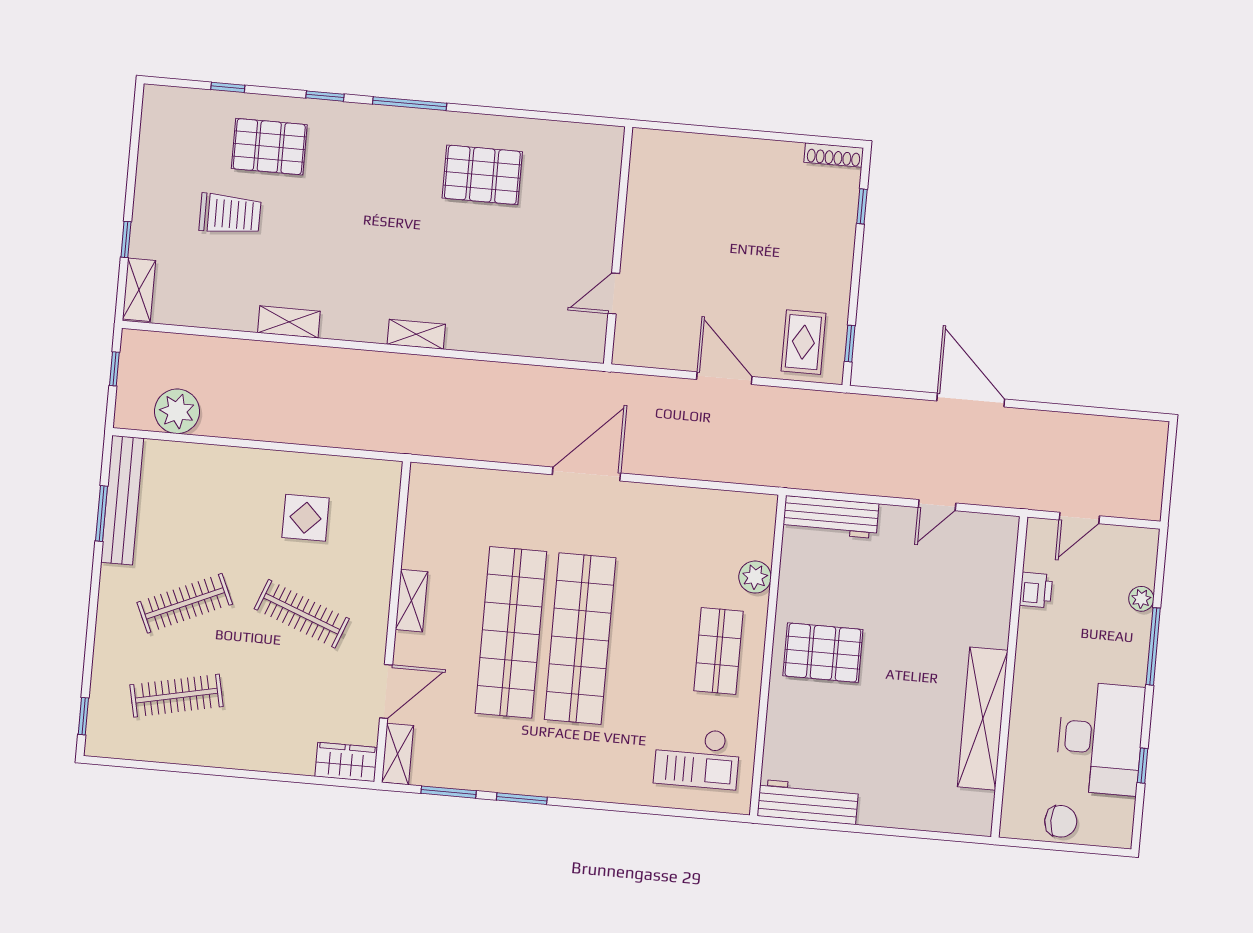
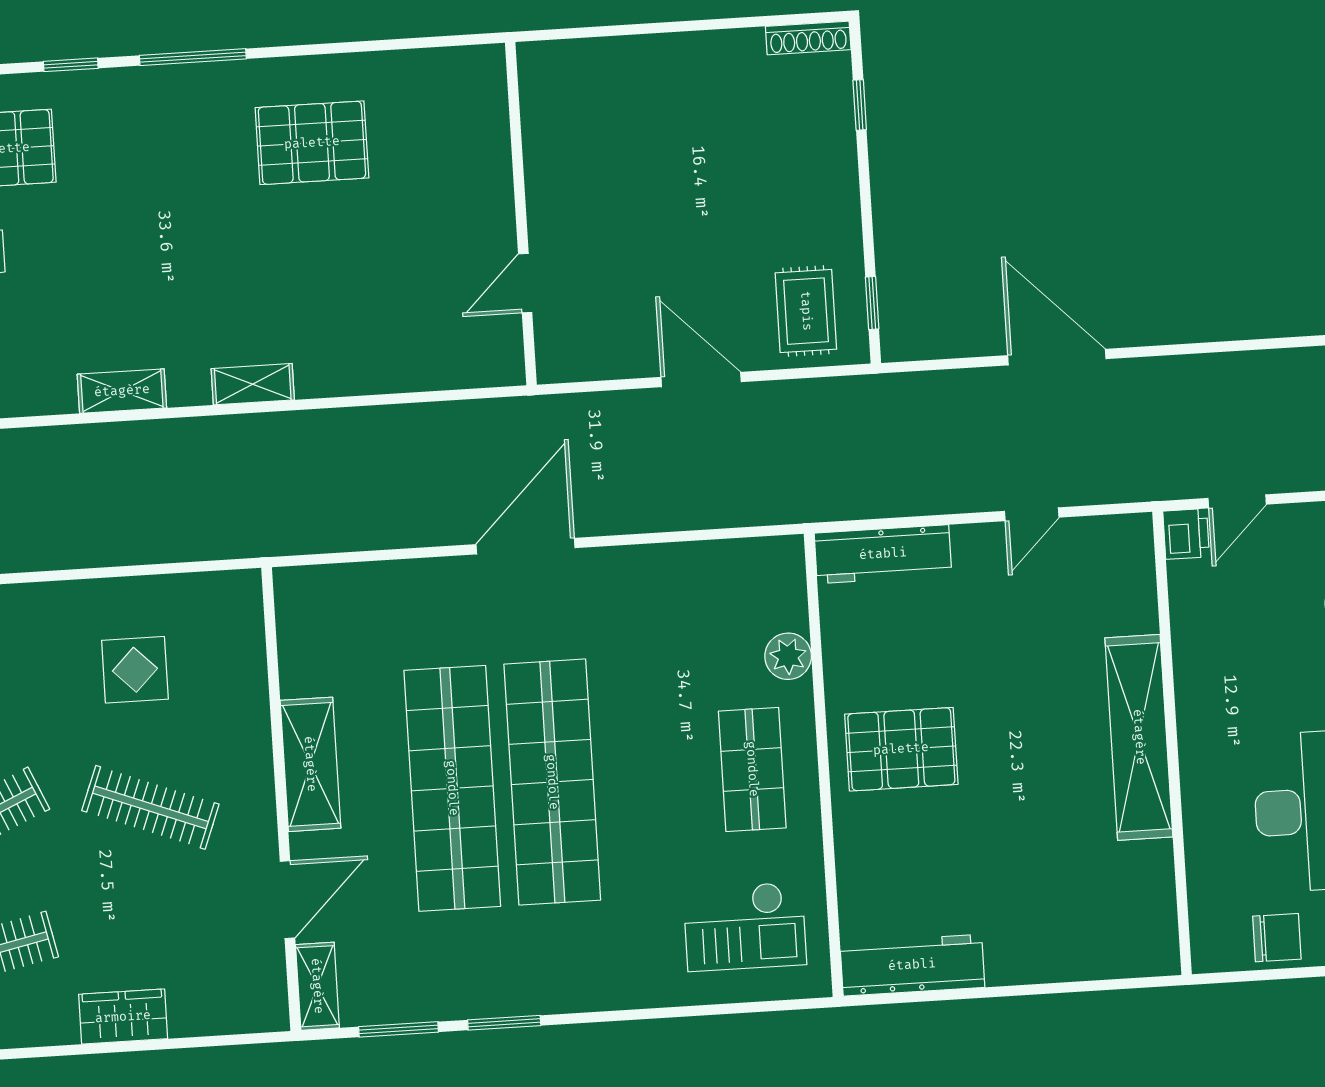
shelving: (289, 322) -> (122, 391), moved
printer: (1036, 590) -> (1186, 534), moved
shelving: (411, 601) -> (310, 764), width x1.50, depth x1.33
shelving: (983, 719) -> (1139, 737), moved
wardrobe: (346, 762) -> (123, 1017), moved

